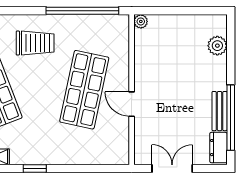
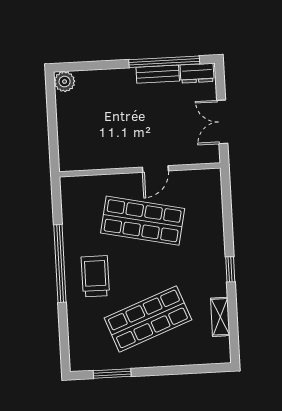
window: (82, 11) -> (60, 263), moved
plant: (141, 21) -> (66, 164), removed
plant: (217, 46) -> (65, 82), moved

